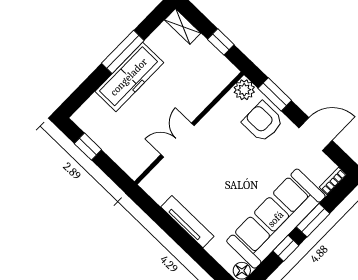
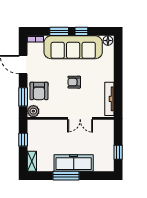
armchair: (231, 177) -> (74, 82), added
tv unit: (187, 222) -> (109, 99), moved

